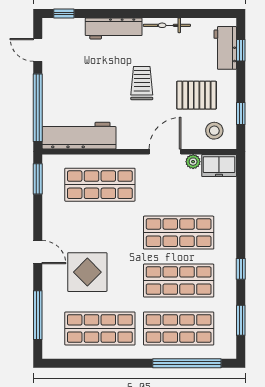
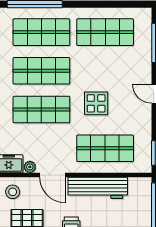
workbench: (79, 136) -> (98, 188), moved
door: (165, 152) -> (52, 175), hinge flipped
display table: (87, 272) -> (96, 103), moved, width x0.73, depth x0.73

